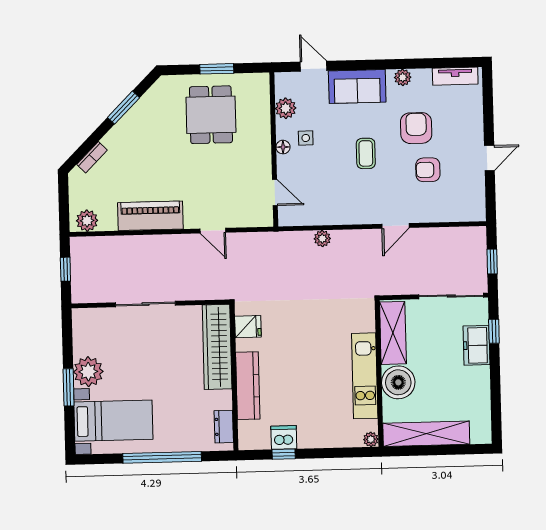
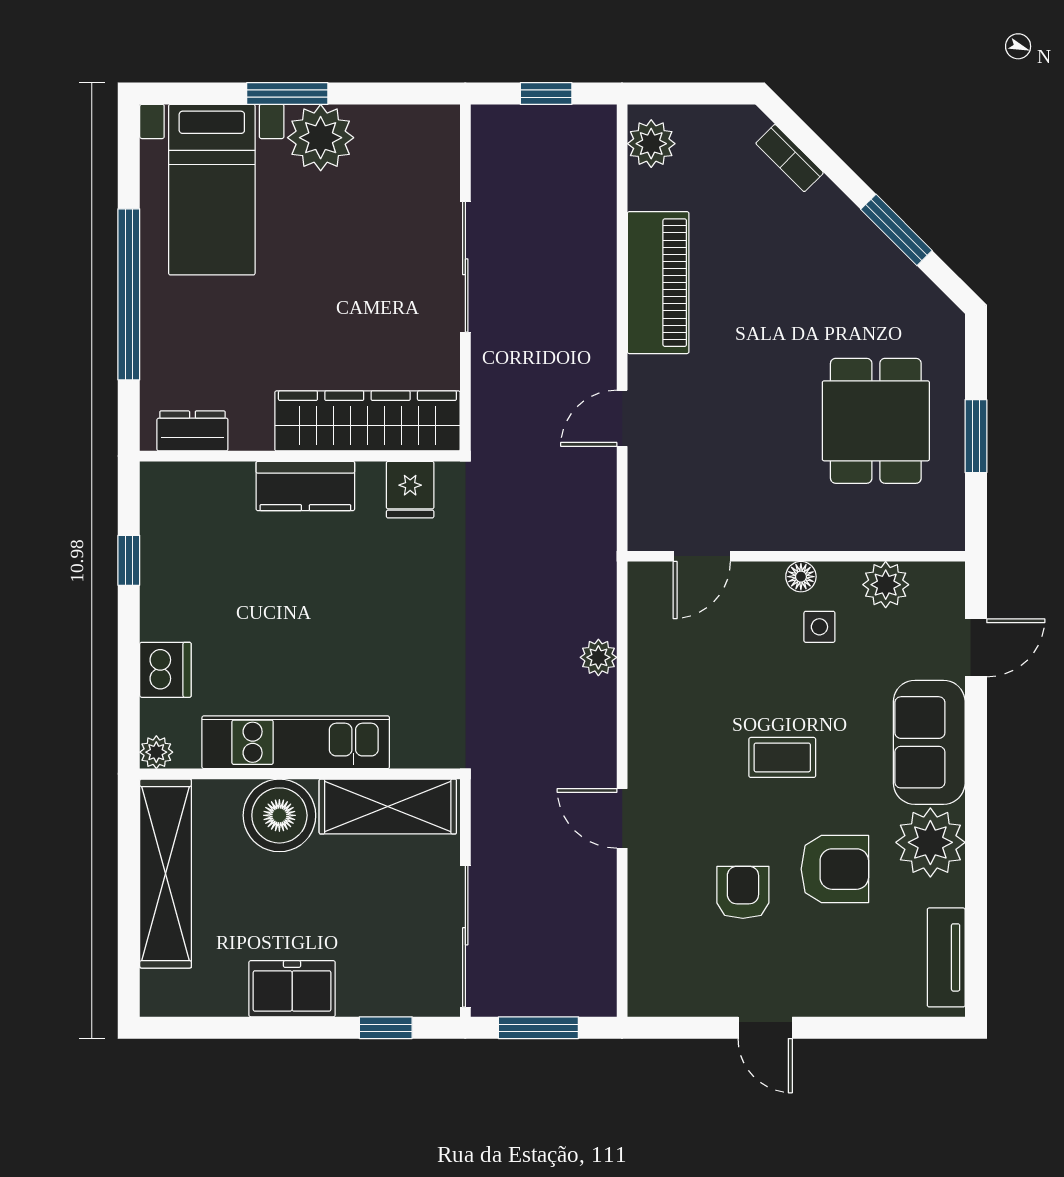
plant: (403, 77) -> (930, 842), width x1.87, depth x1.87
dining table: (211, 115) -> (876, 421), turned 90
window: (492, 262) -> (538, 1028), width x1.50
freezer: (477, 345) -> (292, 989), moved
kitchen counter: (248, 386) -> (305, 486), width x0.67
dishwasher: (284, 437) -> (165, 670), moved

